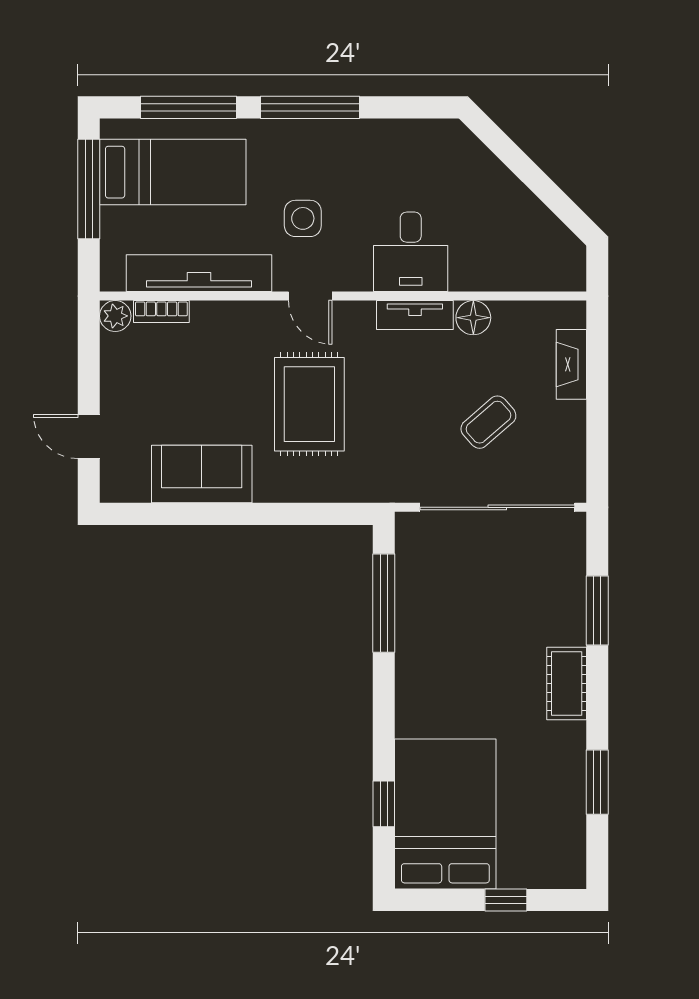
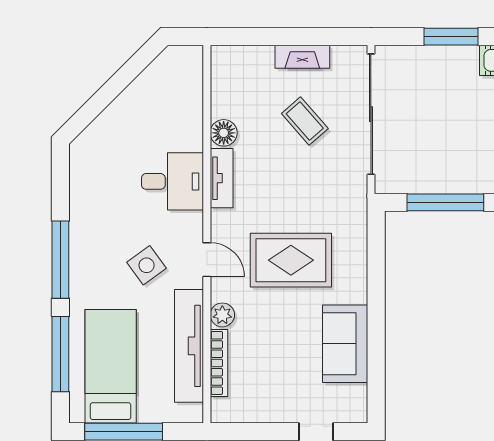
side table: (303, 218) -> (147, 265), turned -36
door: (310, 296) -> (207, 260), hinge flipped
bookcase: (161, 312) -> (219, 363), width x1.56
plant: (115, 316) -> (222, 315), moved
fireplace: (571, 364) -> (302, 57), moved

